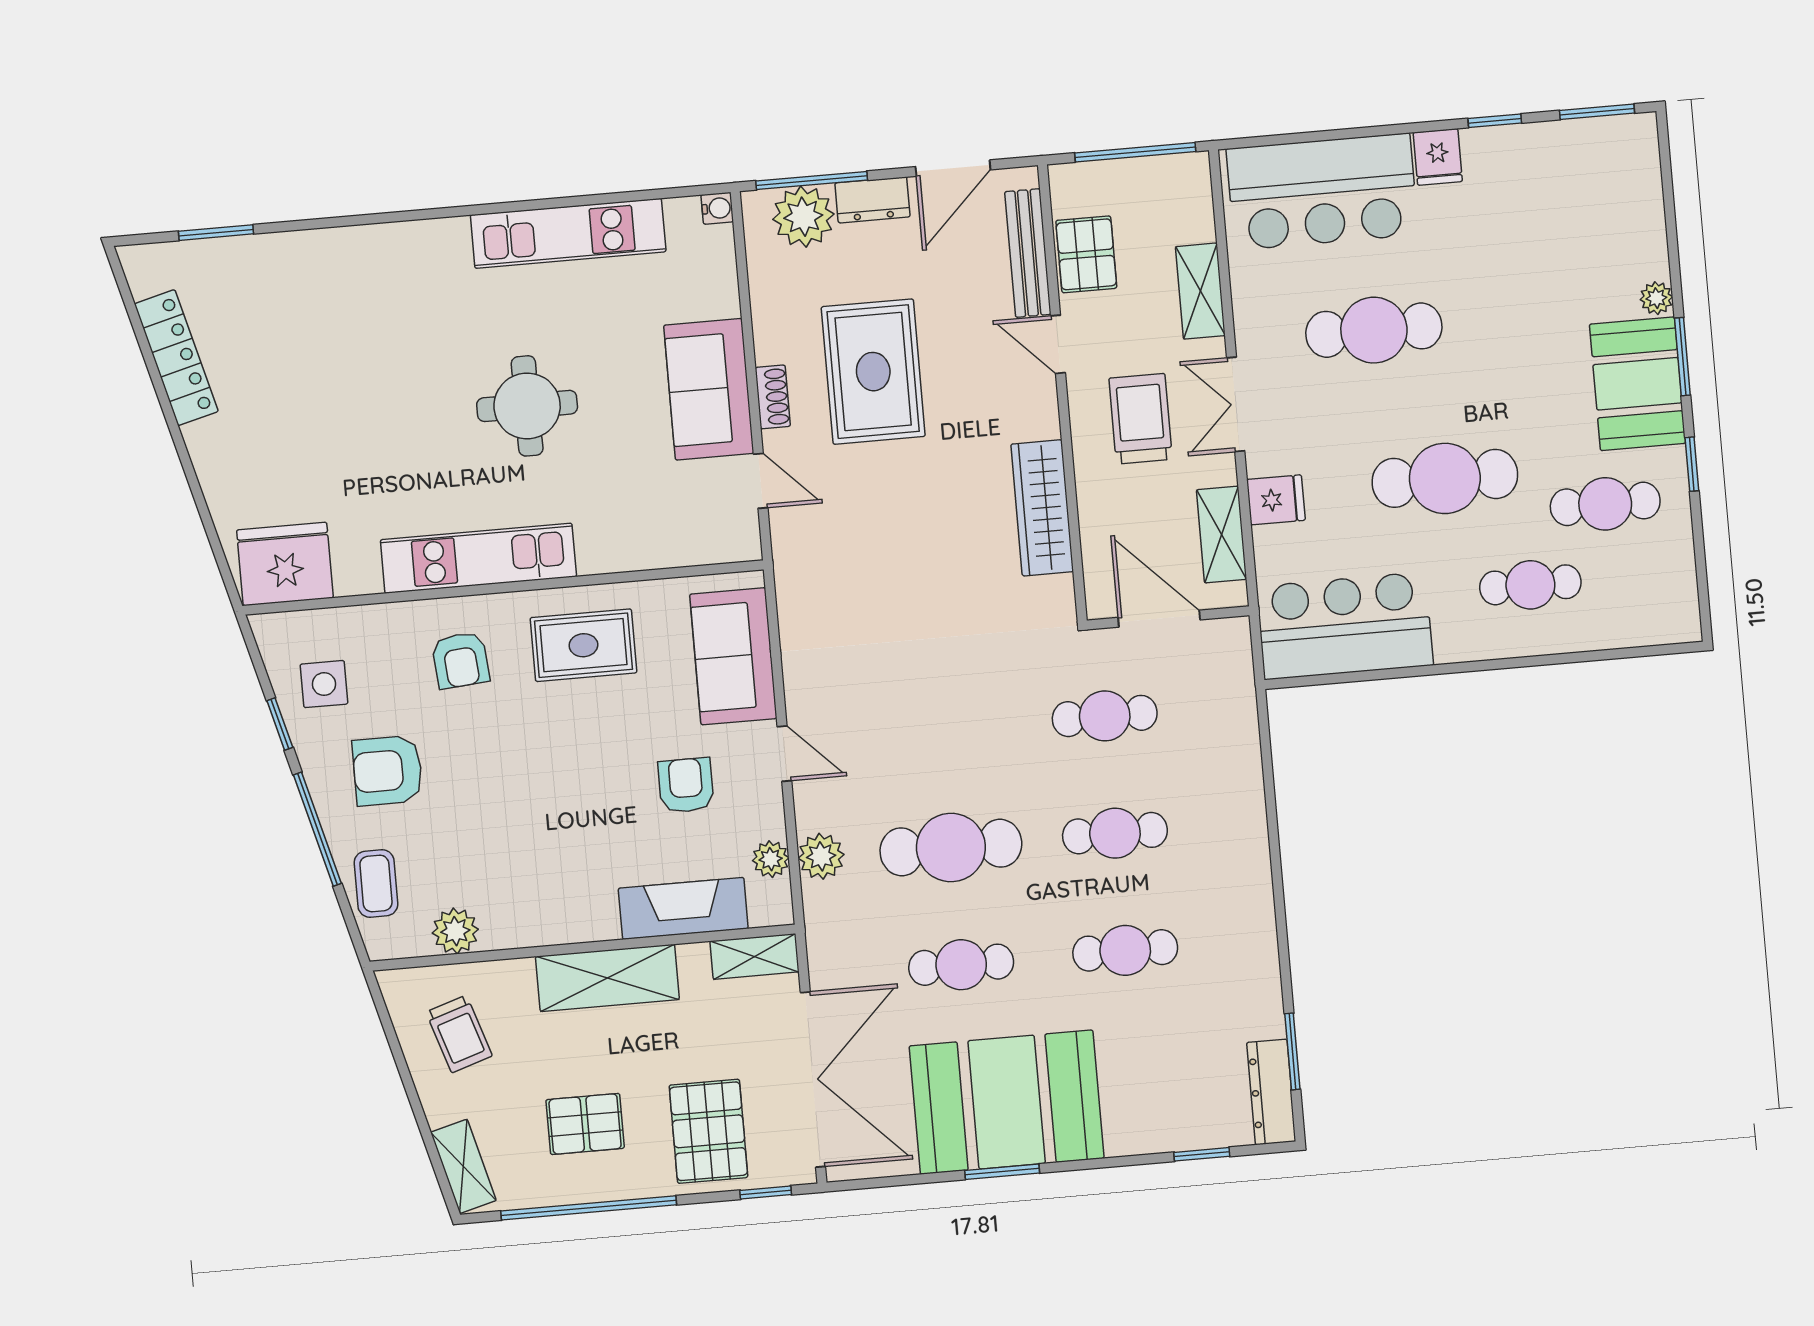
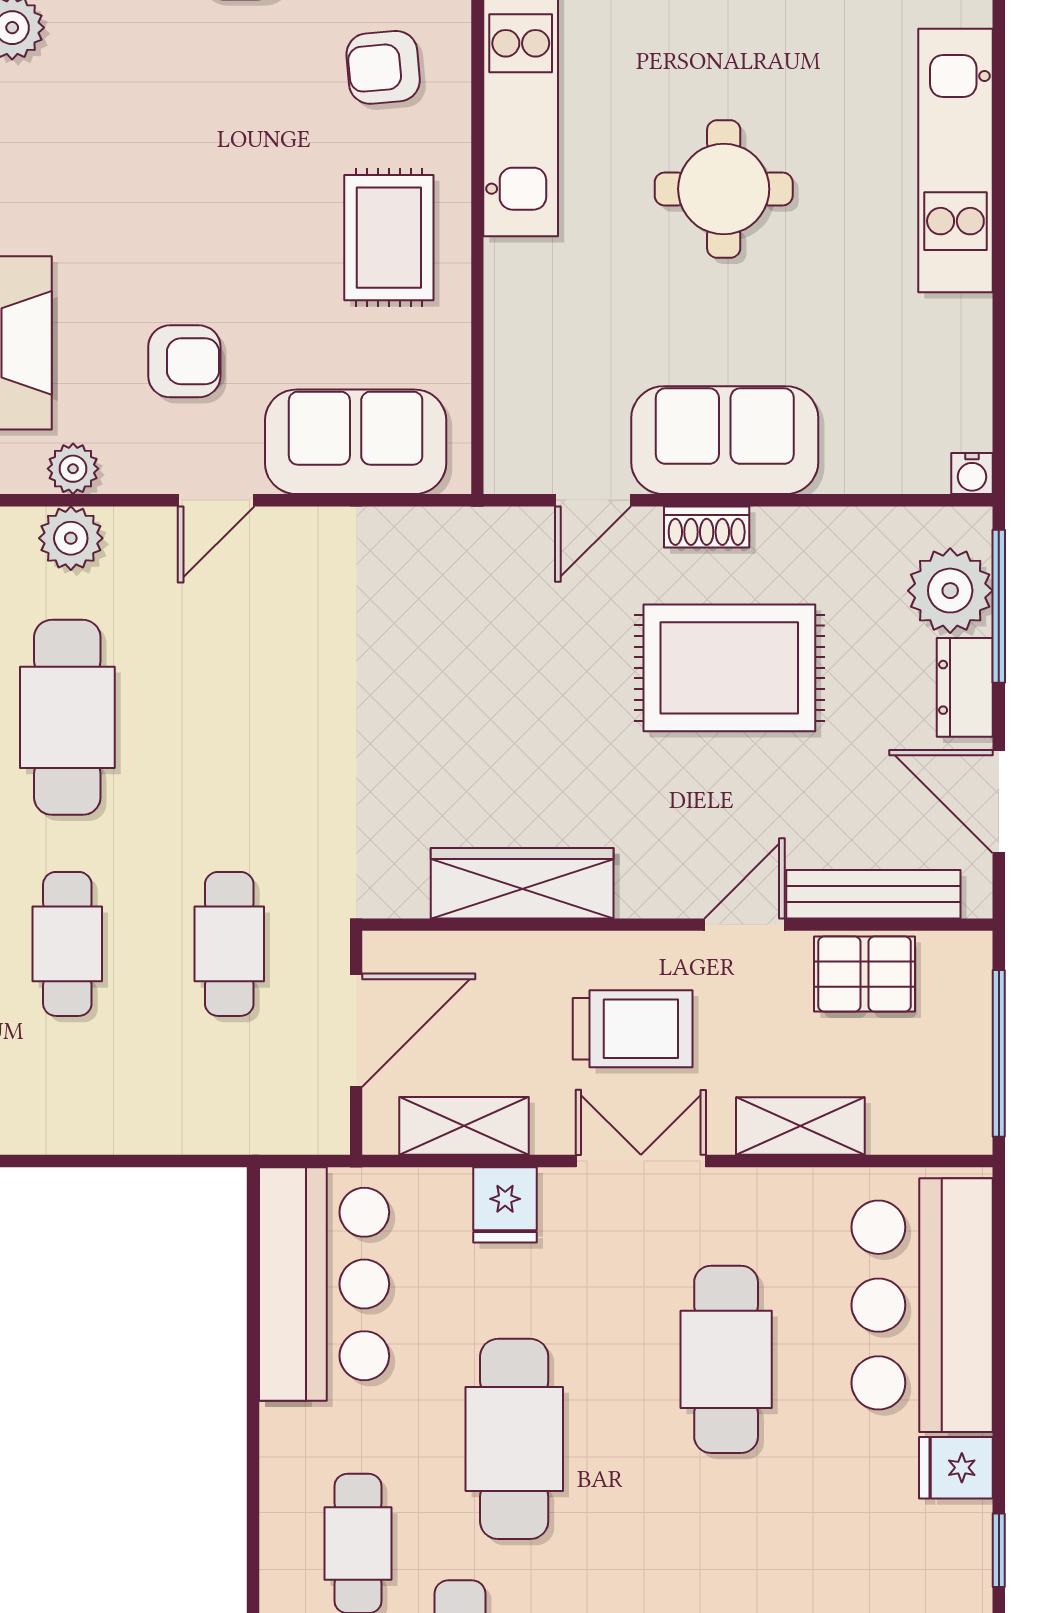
kitchen unit: (568, 233) -> (955, 160), moved

